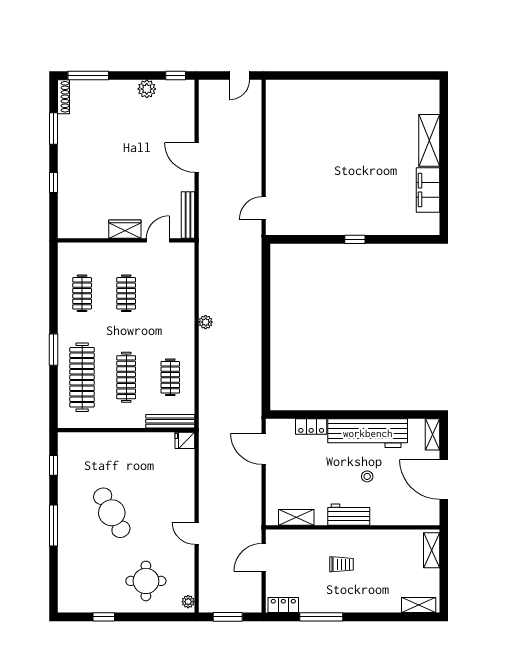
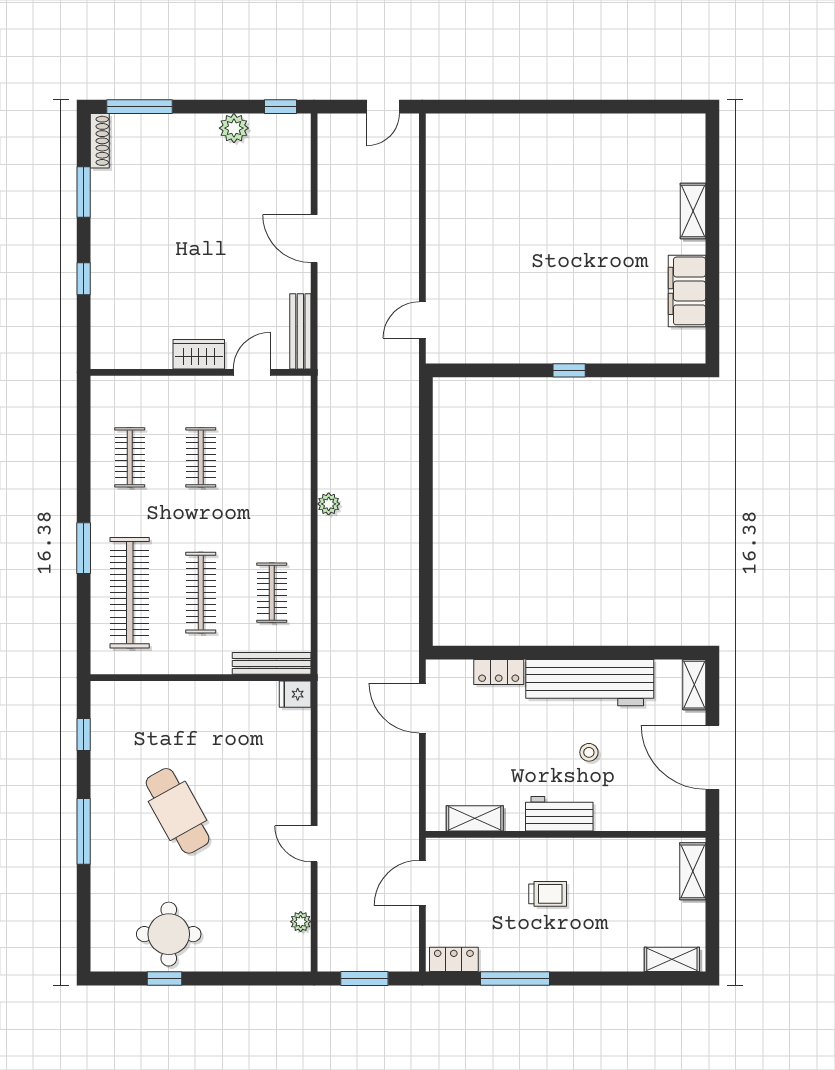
shelving: (429, 140) -> (693, 211), width x0.67, depth x0.75
round table: (146, 581) -> (169, 934), moved
plant: (188, 602) -> (301, 922), moved

